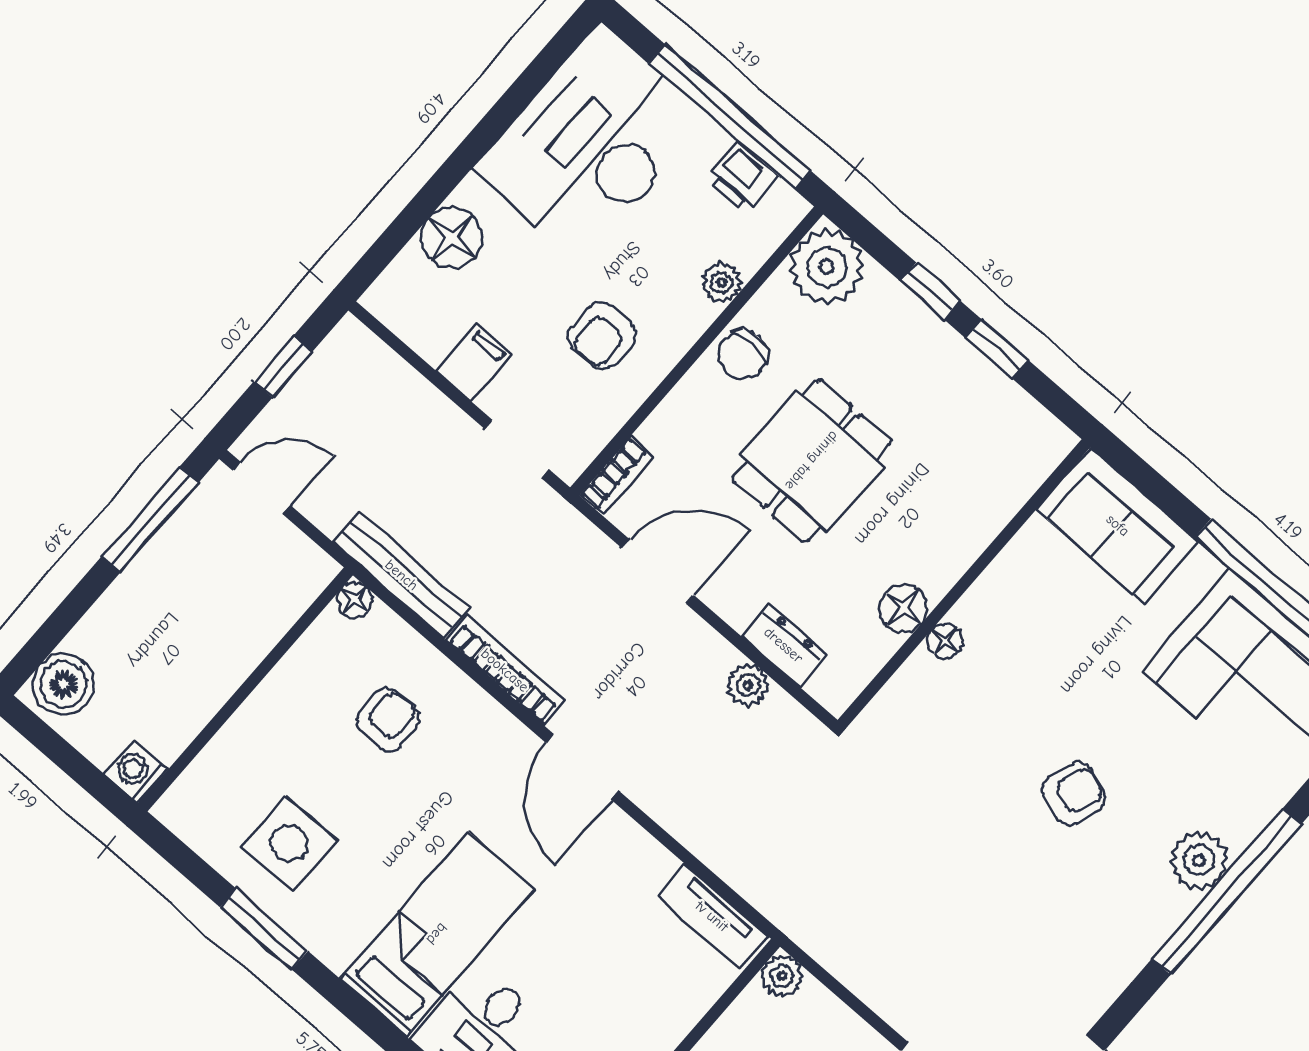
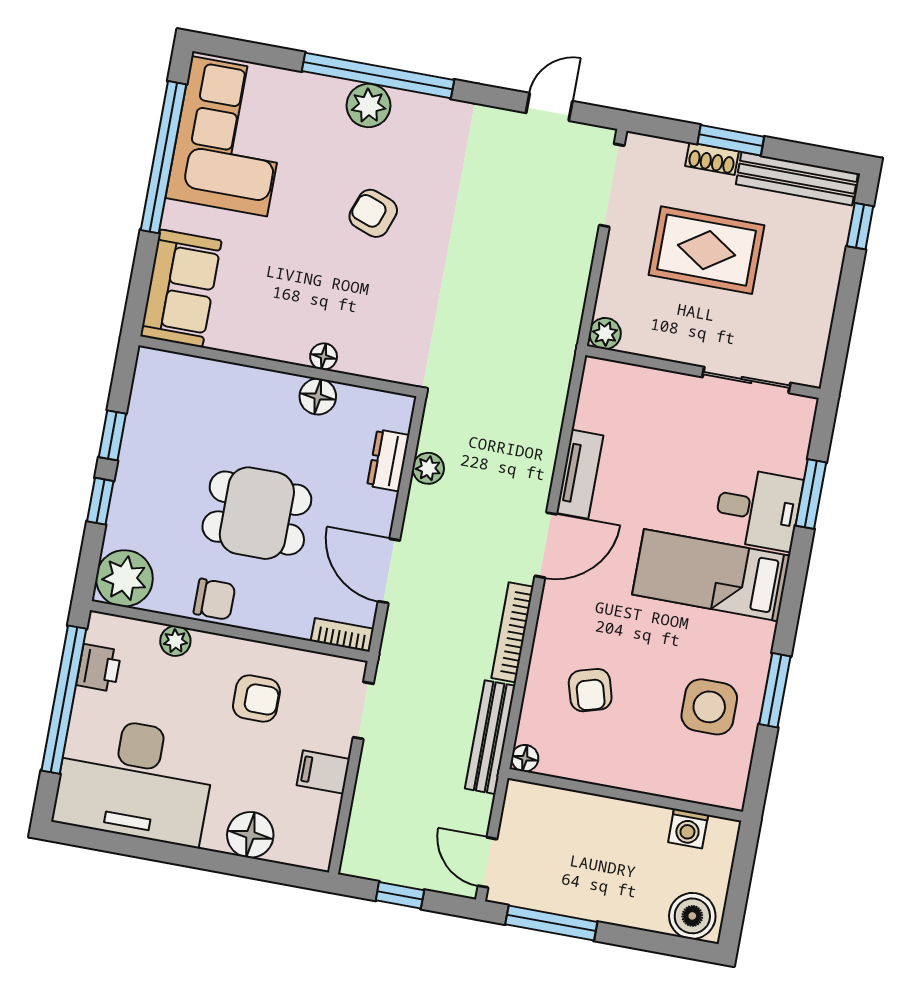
armchair: (388, 720) -> (590, 690), turned -106
washing machine: (136, 772) -> (688, 828), moved
tv unit: (712, 916) -> (580, 474), moved

